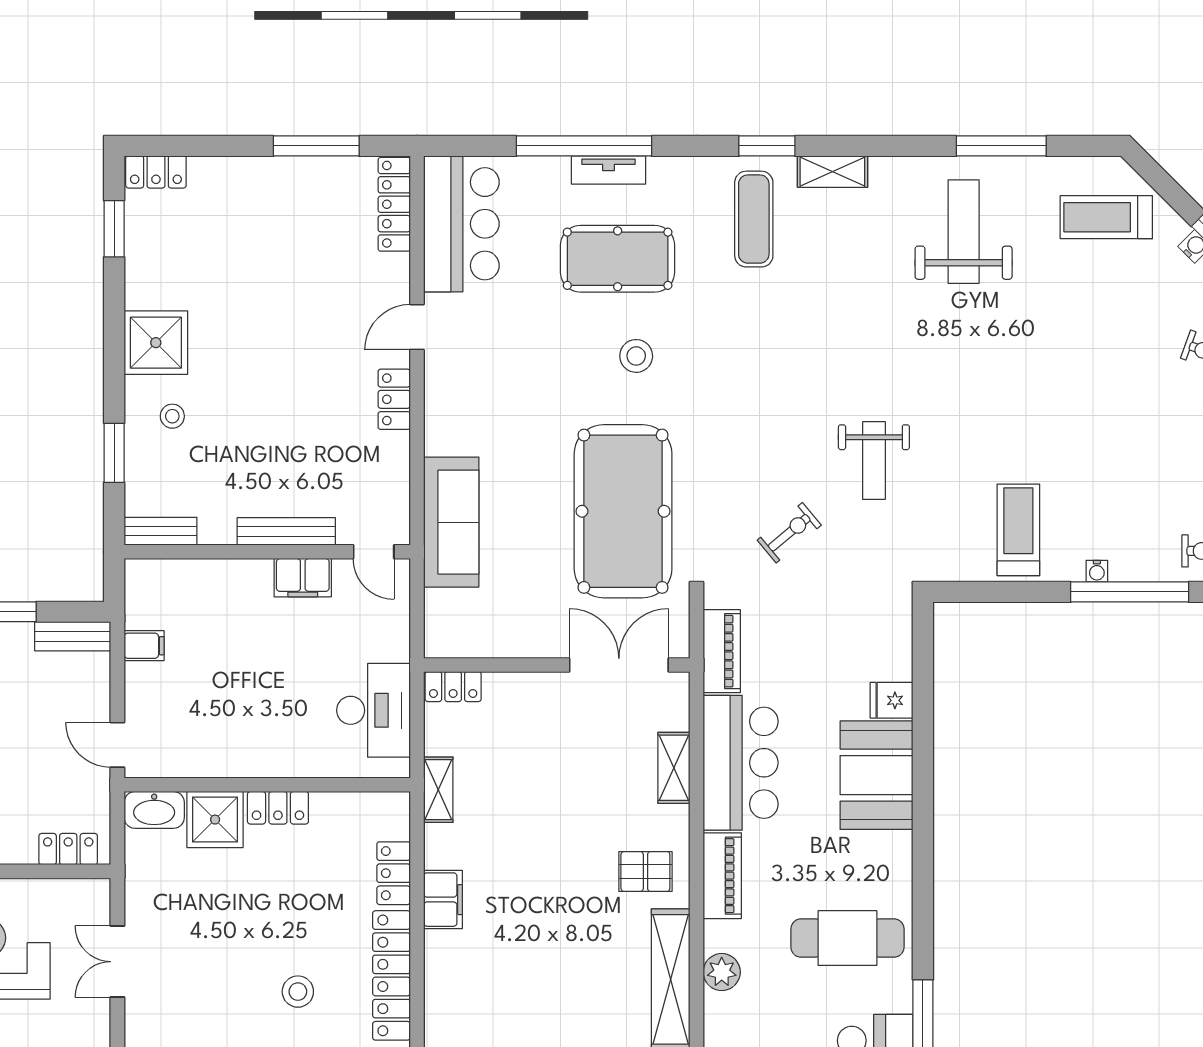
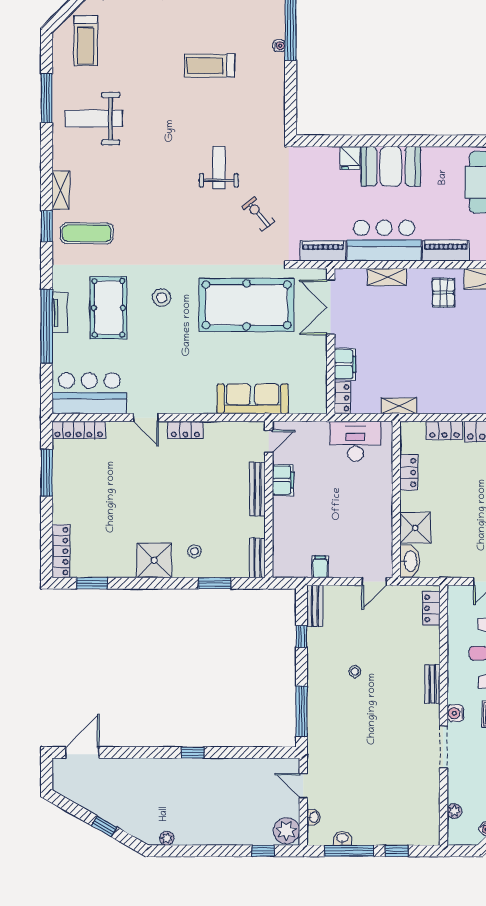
locker: (156, 172) -> (61, 551), width x1.53
weight bench: (874, 460) -> (219, 168), turned -90
treadmill: (1018, 530) -> (210, 66), moved
locker: (278, 808) -> (409, 473), moved
filing cabinet: (443, 900) -> (345, 364), moved, turned 90

